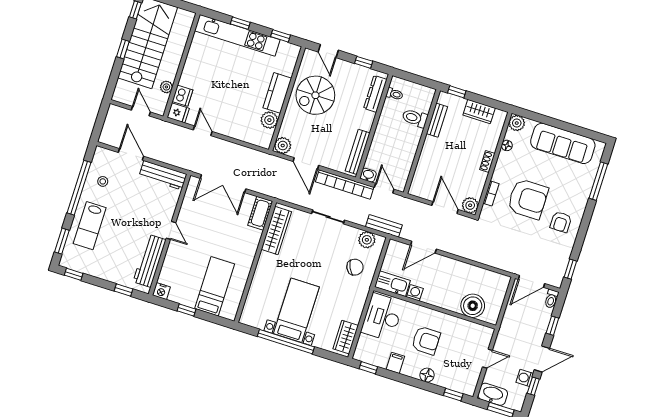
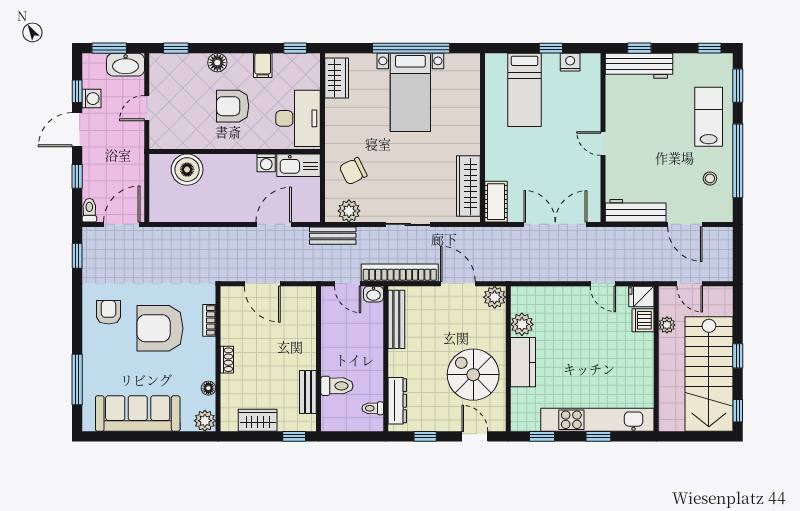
spiral stairs: (315, 95) -> (473, 375), turned -90
plant: (470, 205) -> (231, 297), removed
workbench: (150, 261) -> (639, 66), moved, turned 90
nightstand: (161, 291) -> (570, 62), moved

